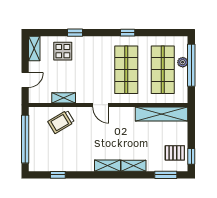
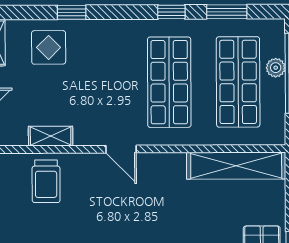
window: (157, 33) -> (227, 12), added
trolley: (61, 122) -> (46, 181), turned -59

